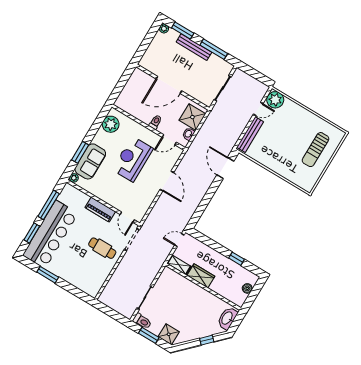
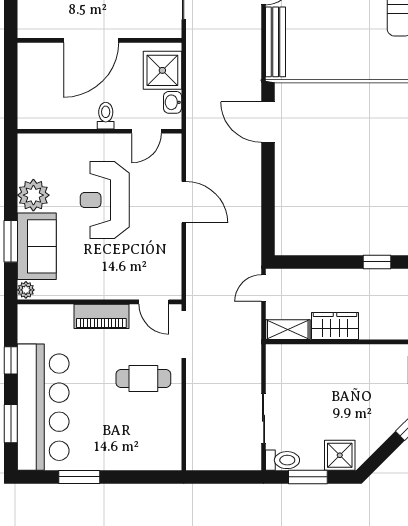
plant: (111, 124) -> (33, 195), moved
window: (49, 205) -> (11, 360), width x0.46

